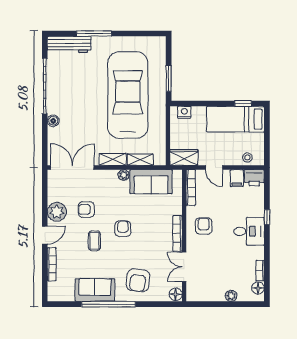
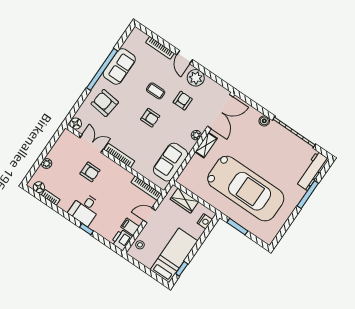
wardrobe: (184, 157) -> (184, 200), moved, turned 90
shelving: (140, 160) -> (192, 165), removed
plant: (124, 175) -> (196, 135), moved
armchair: (204, 226) -> (90, 172), moved

